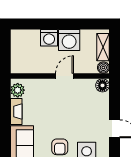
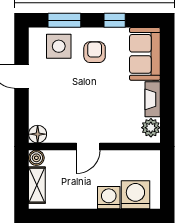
washing machine: (69, 40) -> (135, 195), moved

